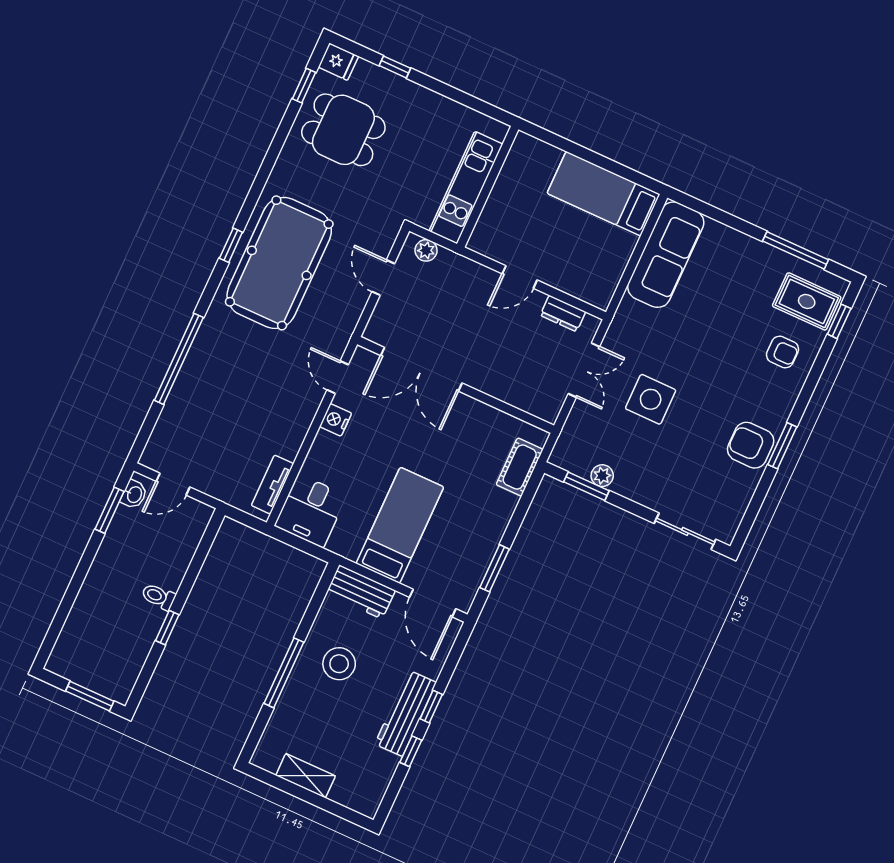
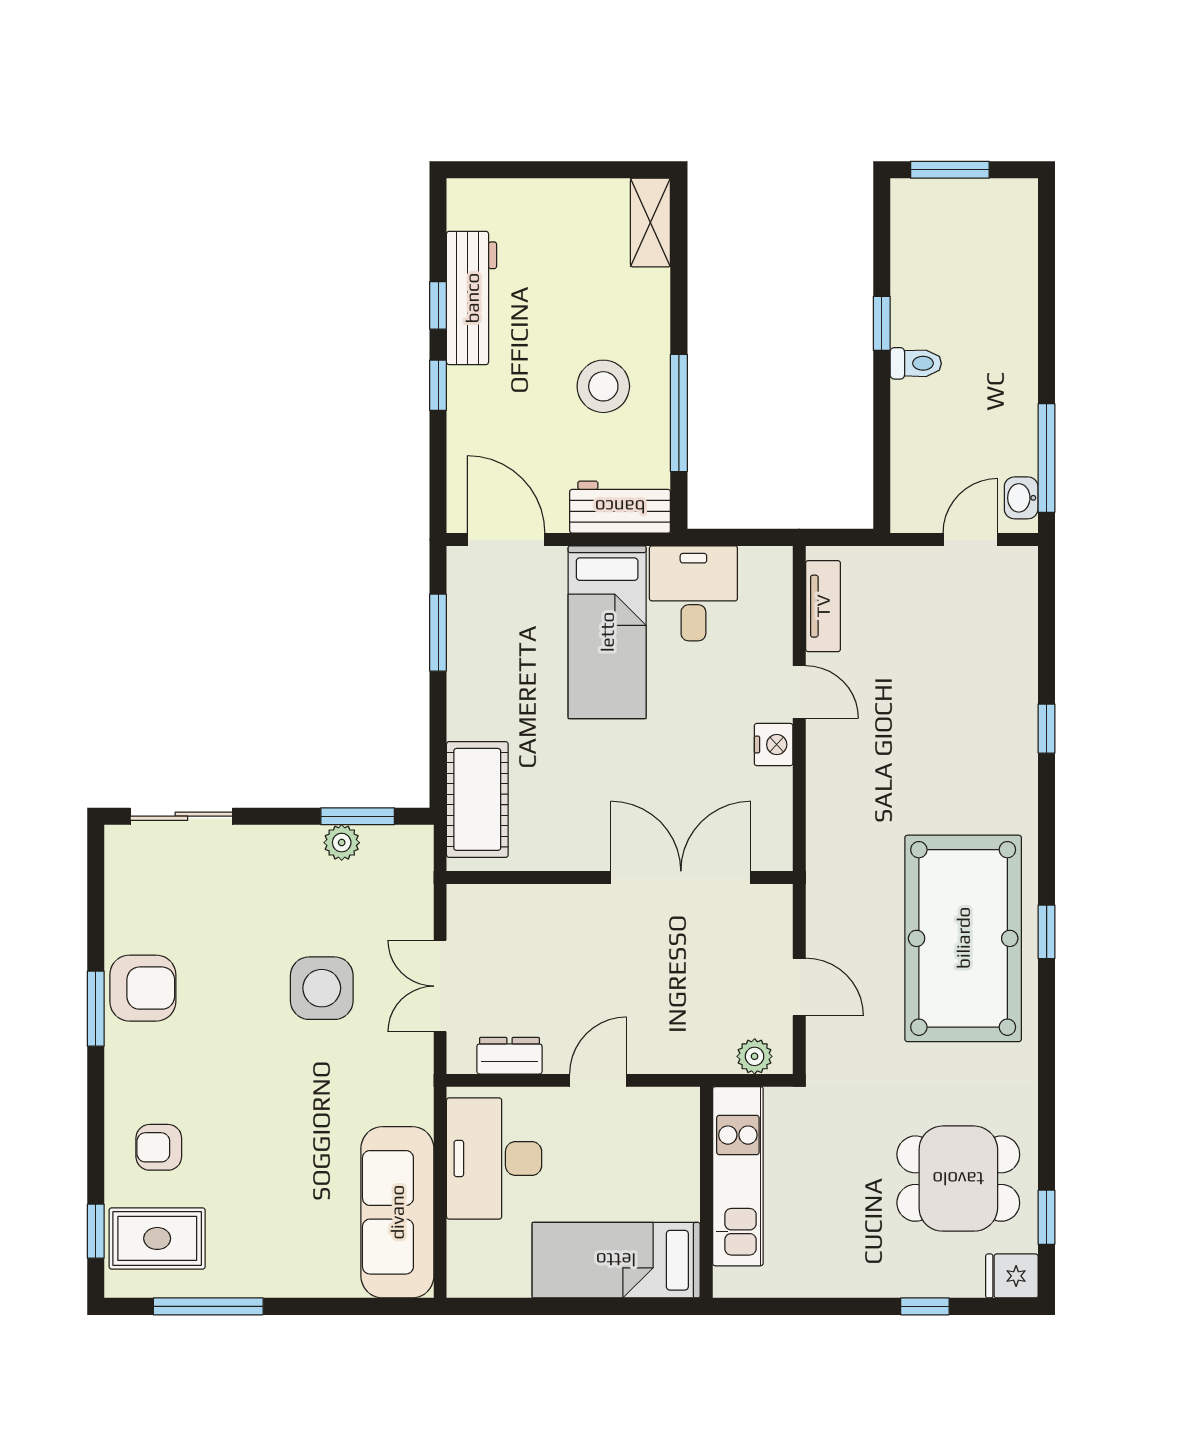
bed: (604, 194) -> (616, 1260), moved, turned 180
desk: (598, 260) -> (494, 1158), added
window: (179, 359) -> (1047, 729), width x0.32
door: (338, 377) -> (799, 692), moved
cot: (520, 467) -> (477, 799), width x1.37, depth x1.34
window: (110, 510) -> (1047, 458), width x1.44
desk: (311, 511) -> (693, 593), moved
window: (284, 673) -> (679, 413), moved
workbench: (406, 713) -> (472, 298), moved
shelving: (306, 776) -> (650, 223), moved, turned 90

